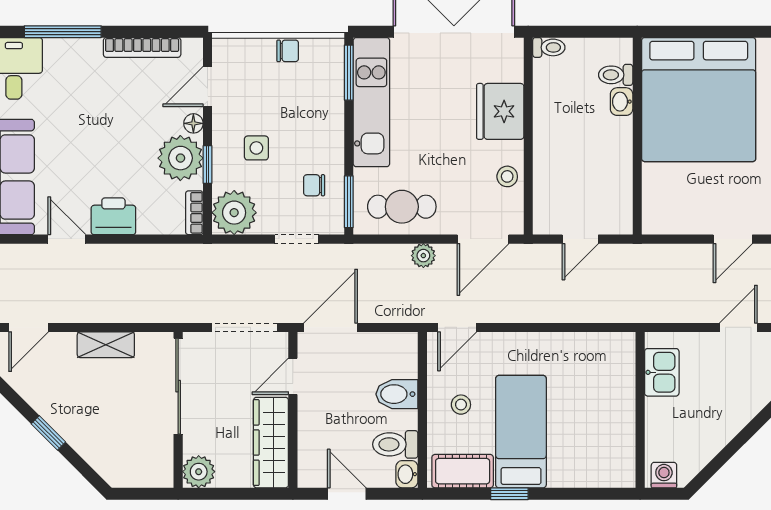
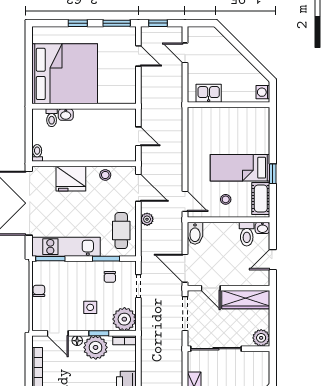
window: (349, 202) -> (106, 259), moved
bidet: (397, 394) -> (195, 233), moved

